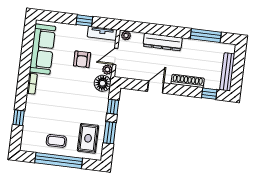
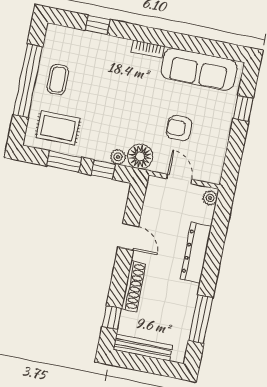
window: (84, 21) -> (243, 108), moved
tv unit: (102, 33) -> (216, 162), removed
plant: (107, 70) -> (118, 157), moved

